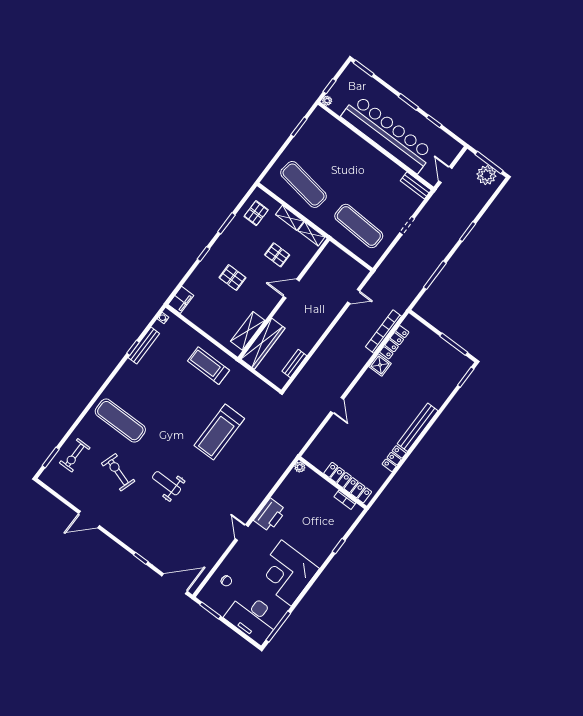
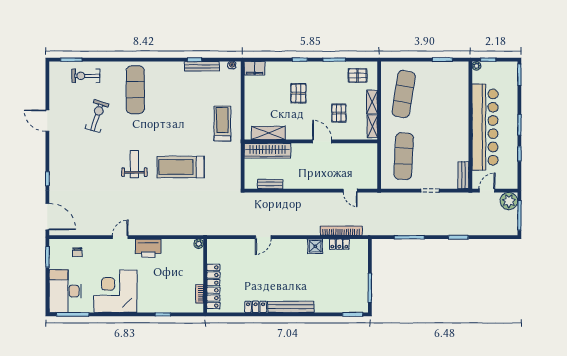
plant: (486, 175) -> (509, 201), moved
locker: (394, 342) -> (339, 244), width x0.66
weight bench: (167, 483) -> (134, 164), moved

